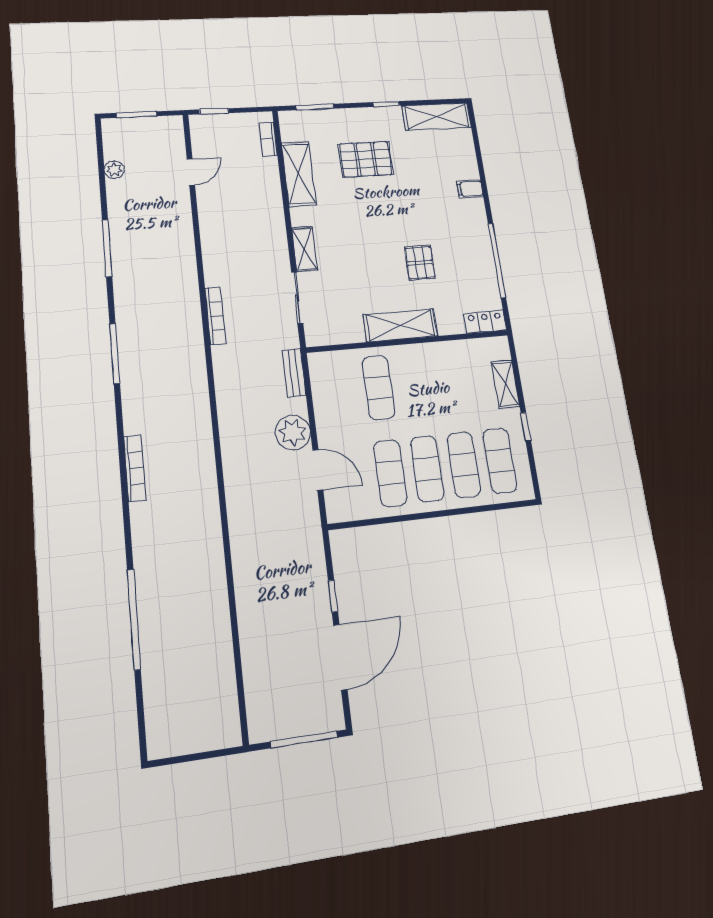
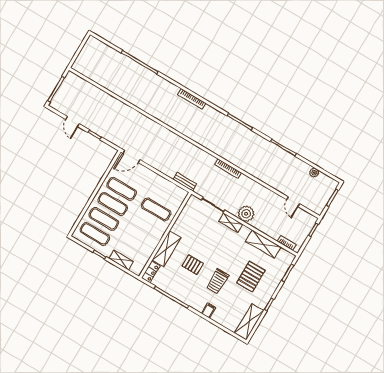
trolley: (414, 206) -> (218, 281), added
shelving: (400, 325) -> (167, 249), moved
plant: (293, 432) -> (246, 214), moved
door: (318, 470) -> (131, 156), moved
door: (340, 657) -> (73, 122), width x0.53

